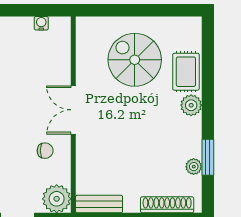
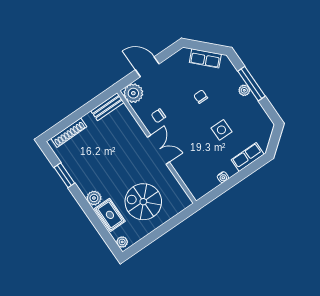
water cooler: (41, 23) -> (223, 177), moved
spiral stairs: (135, 60) -> (143, 202), turned 180
plant: (194, 167) -> (122, 242), moved

